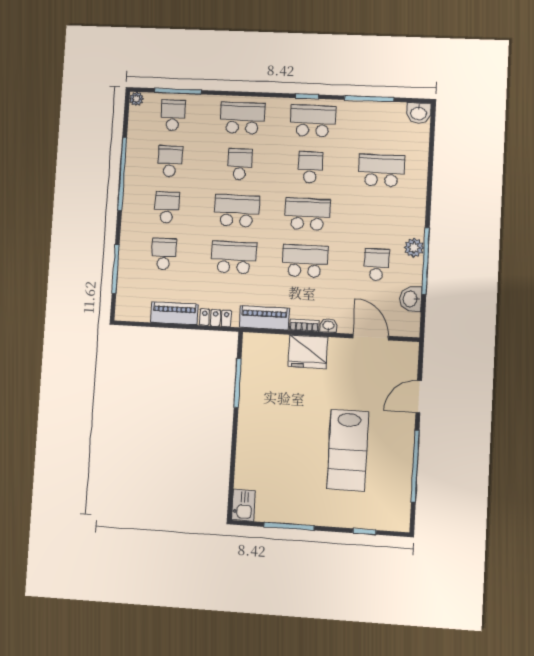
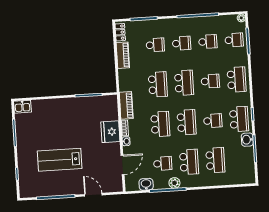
washbasin: (419, 113) -> (247, 140), moved
school desk: (379, 217) -> (189, 162), added
locker: (215, 318) -> (120, 32), moved

